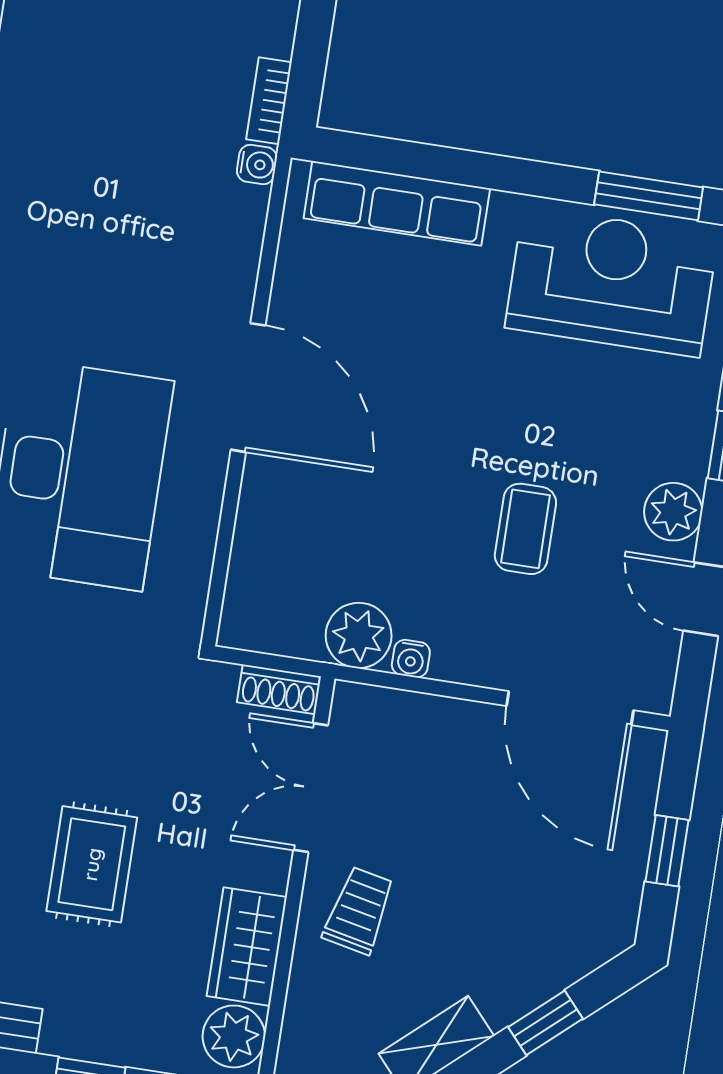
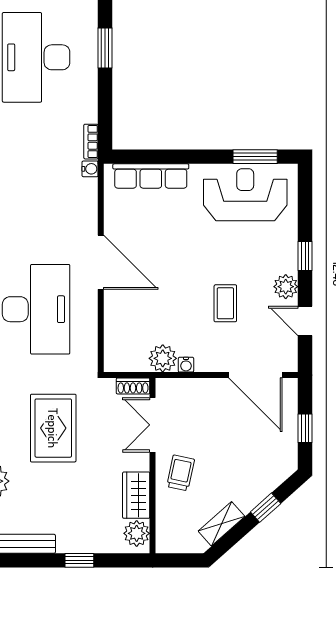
rug: (92, 864) -> (53, 428), moved, width x1.36, depth x1.43

